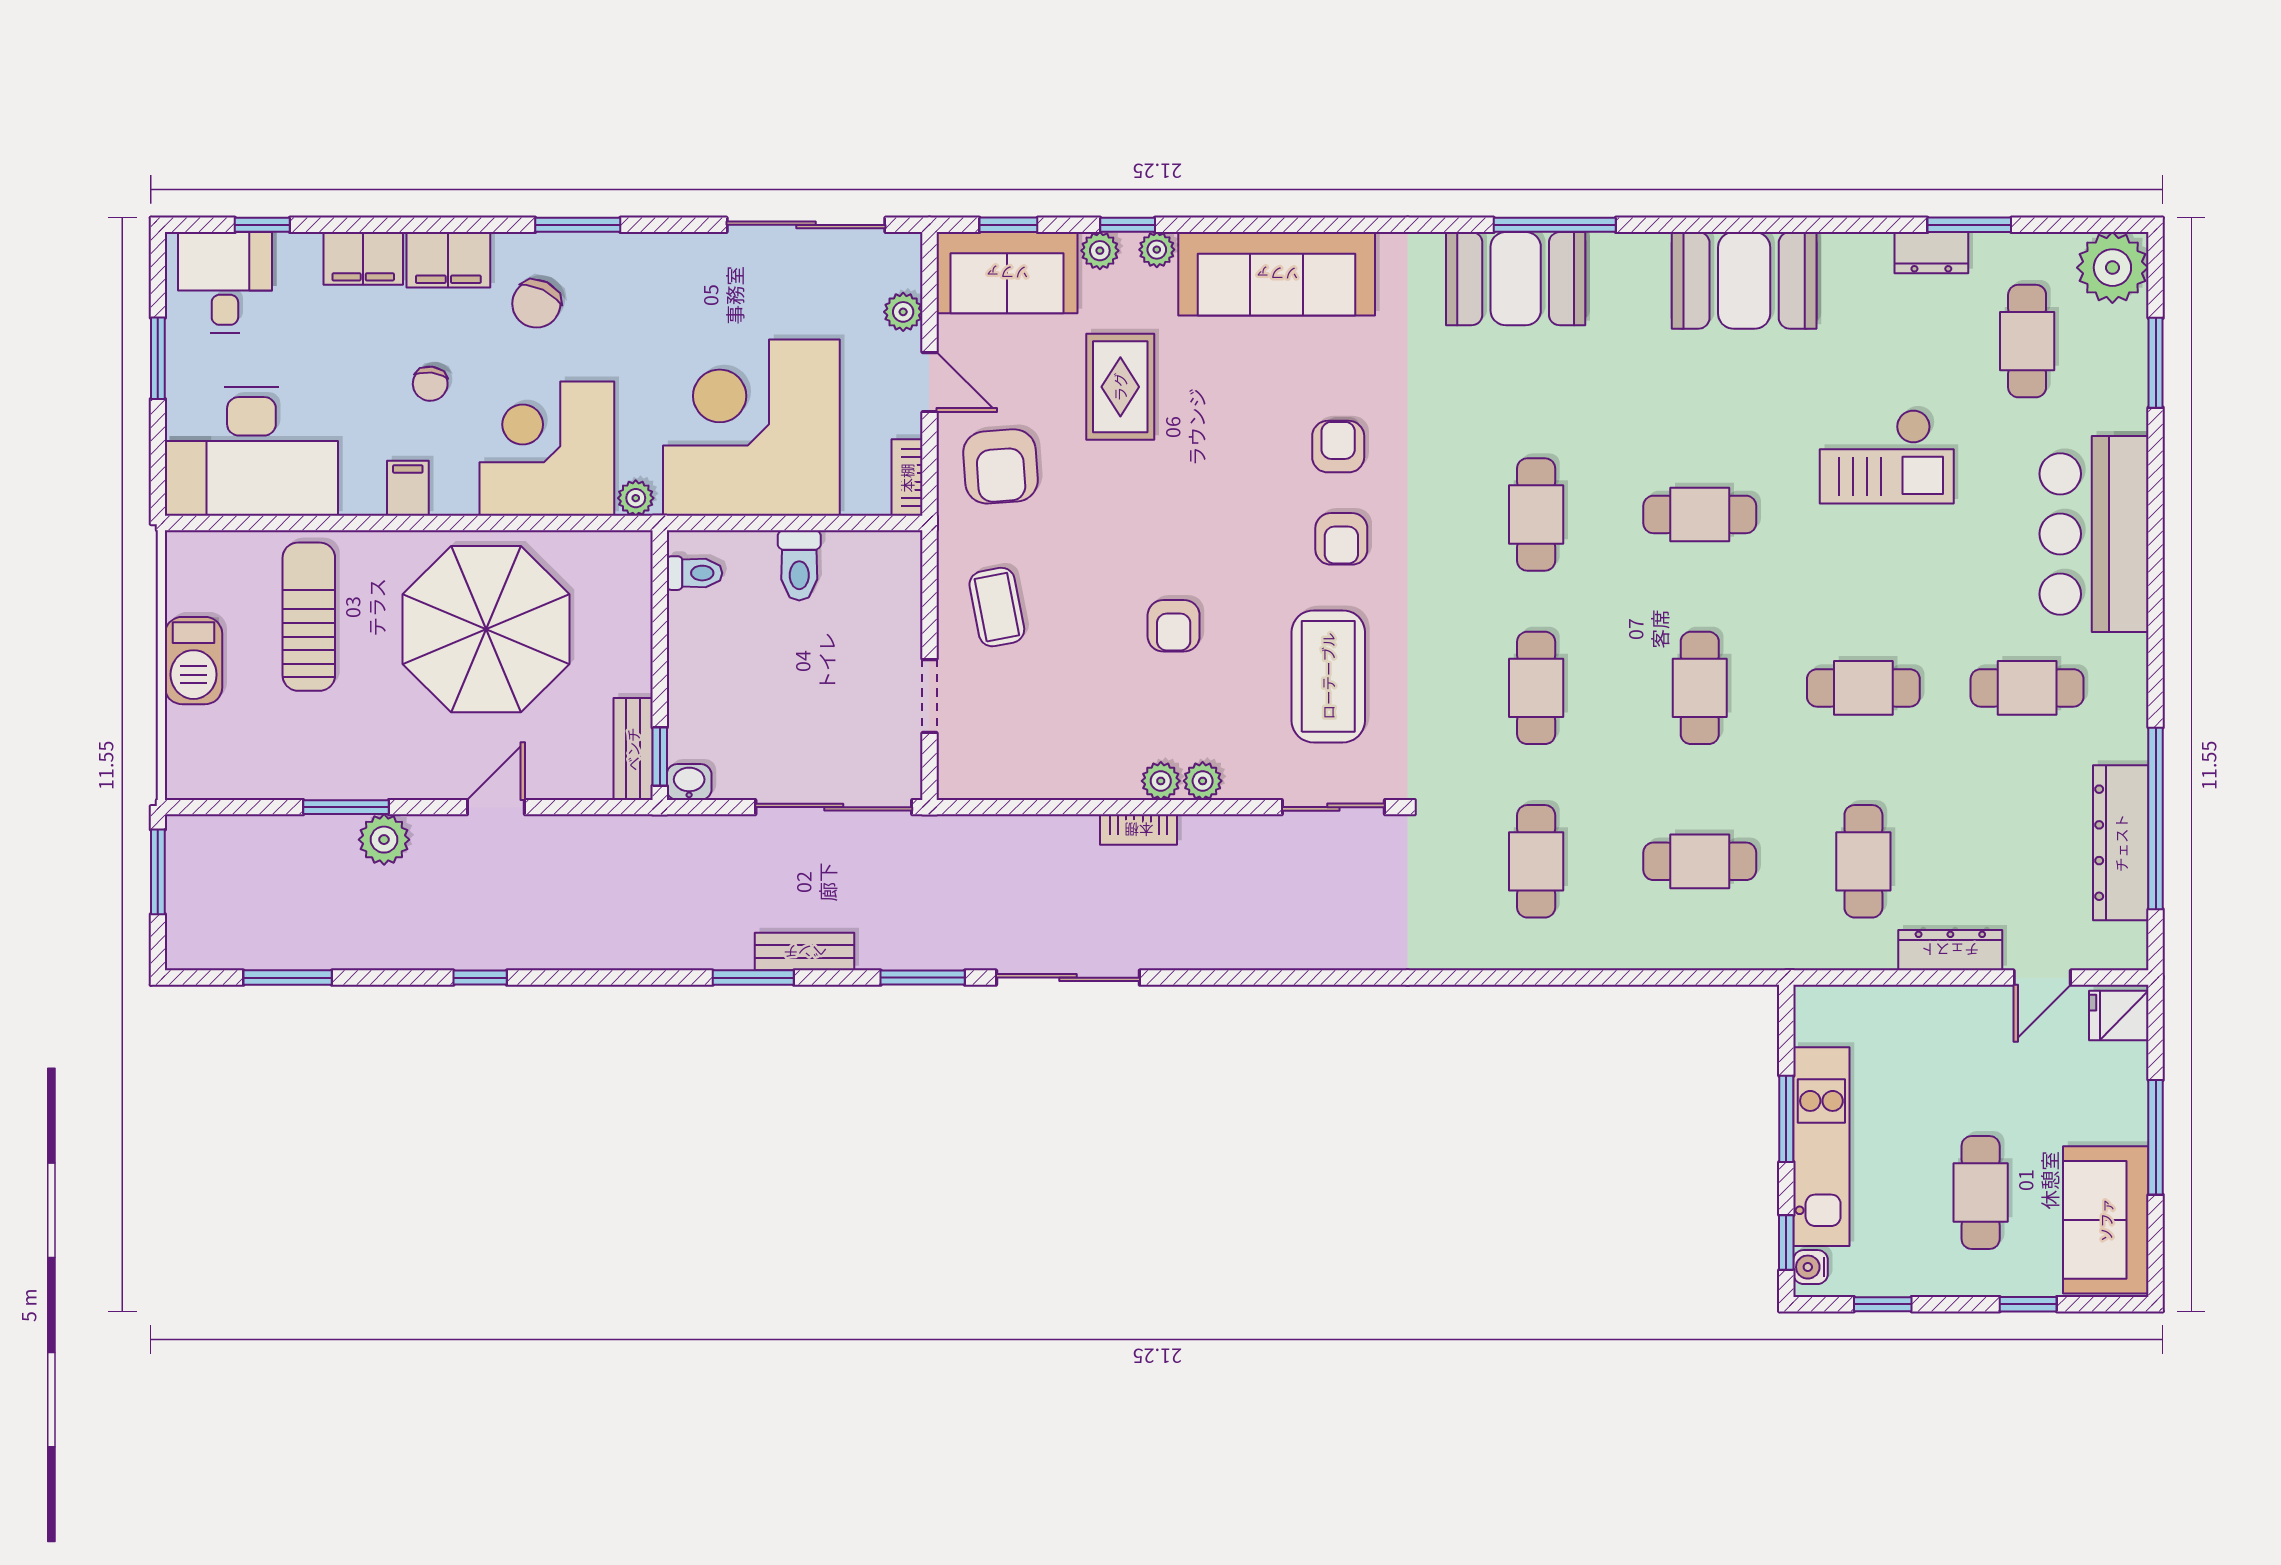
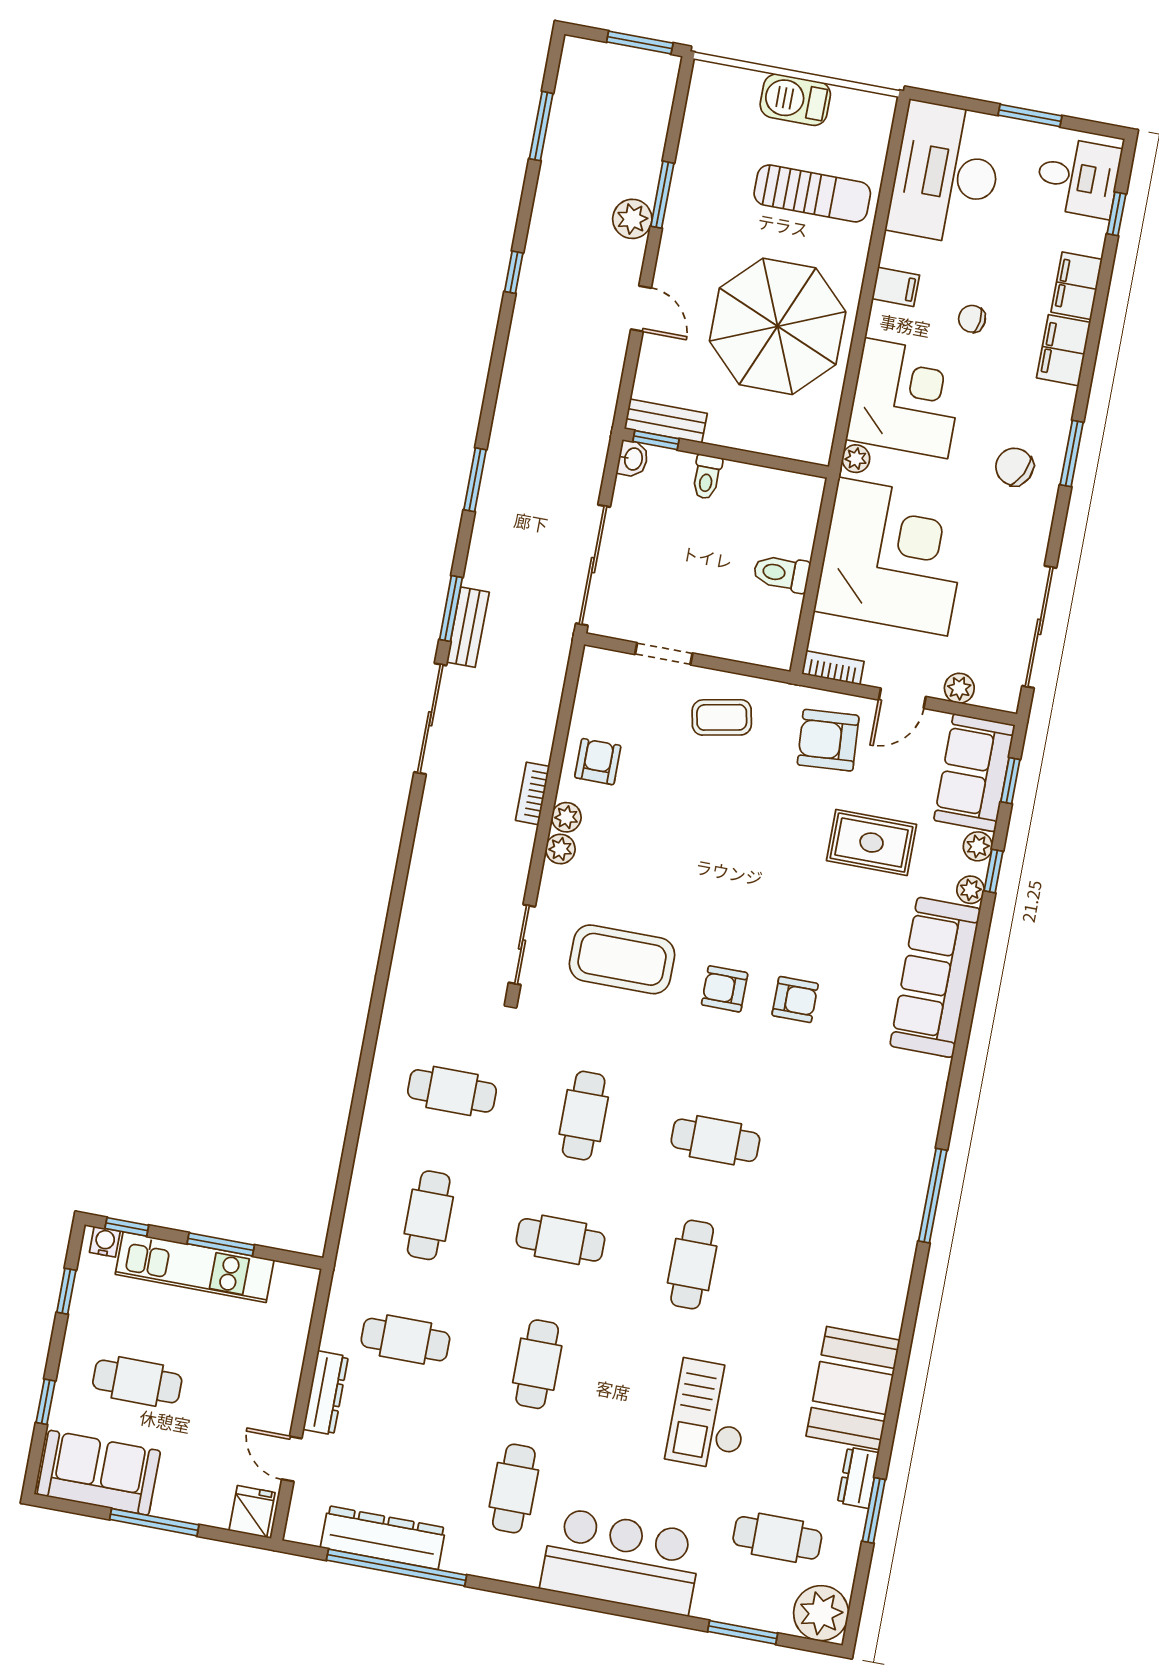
booth: (1516, 279) -> (897, 1158), removed
booth: (1744, 280) -> (853, 1388), moved
chair: (536, 304) -> (1014, 467), moved
toilet: (694, 573) -> (707, 477), moved
armchair: (1174, 626) -> (598, 762), moved, turned 90
cafe table: (1536, 688) -> (584, 1116), turned 90
bench: (805, 952) -> (468, 627), moved

